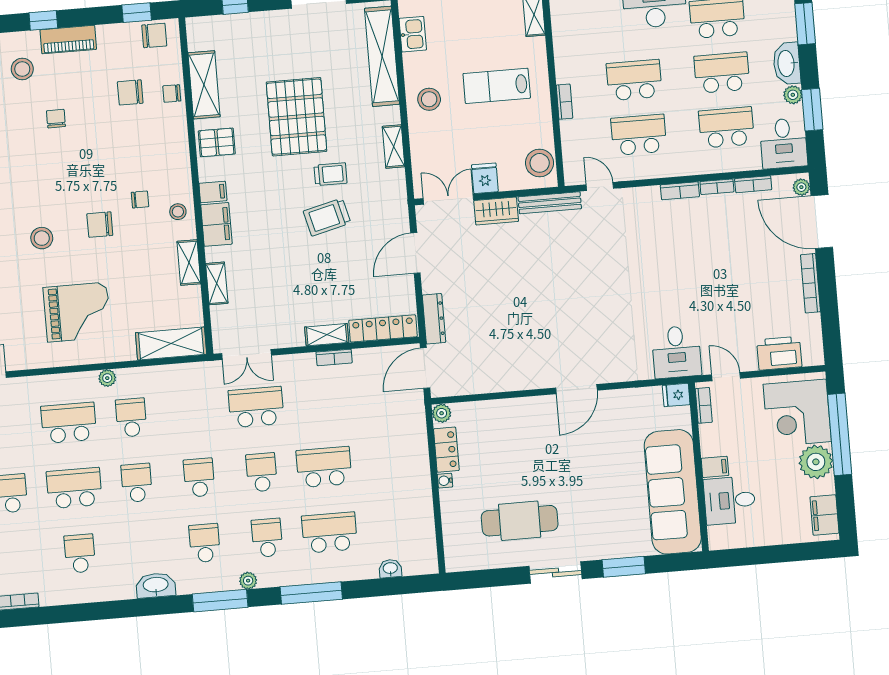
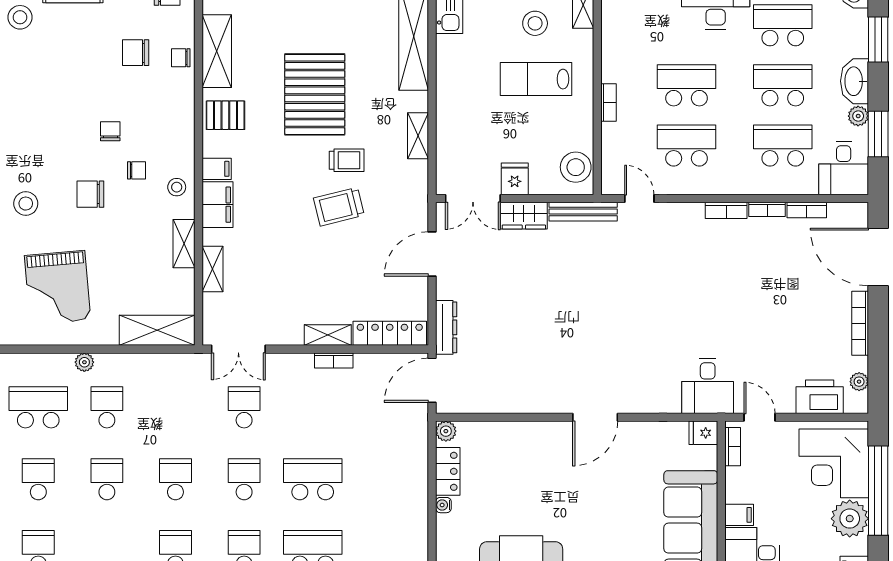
stool: (429, 99) -> (535, 23), moved
chair: (56, 119) -> (110, 131), moved
plant: (801, 187) -> (859, 382), moved
double door: (448, 199) -> (473, 198), swing flipped
grand piano: (77, 312) -> (58, 288), turned 85
school desk: (256, 407) -> (244, 407), width x0.54
school desk: (74, 488) -> (38, 479), width x0.54

